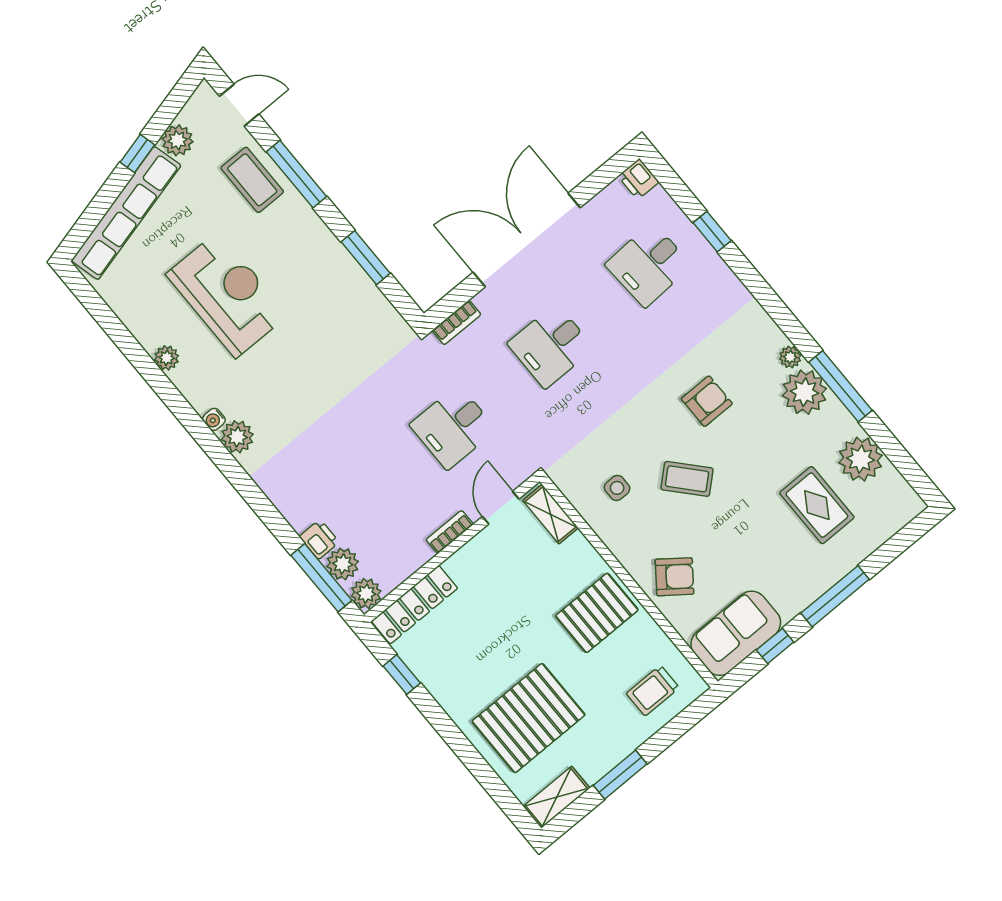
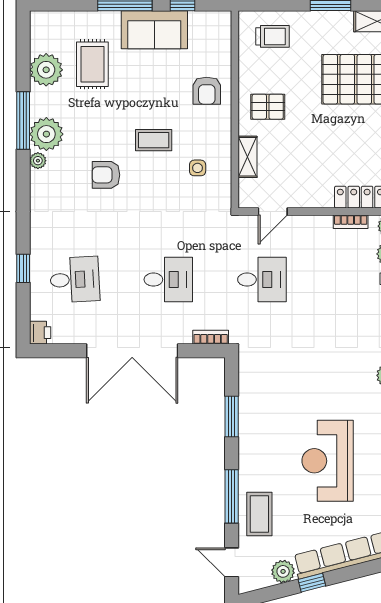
coffee table: (687, 479) -> (154, 140), turned -48
shelving: (550, 514) -> (248, 157), moved
bookcase: (450, 532) -> (351, 222), moved
armchair: (674, 577) -> (207, 91), turned -127
pallet: (597, 613) -> (268, 107), width x0.67, depth x0.71
sofa: (736, 633) -> (154, 30), moved

